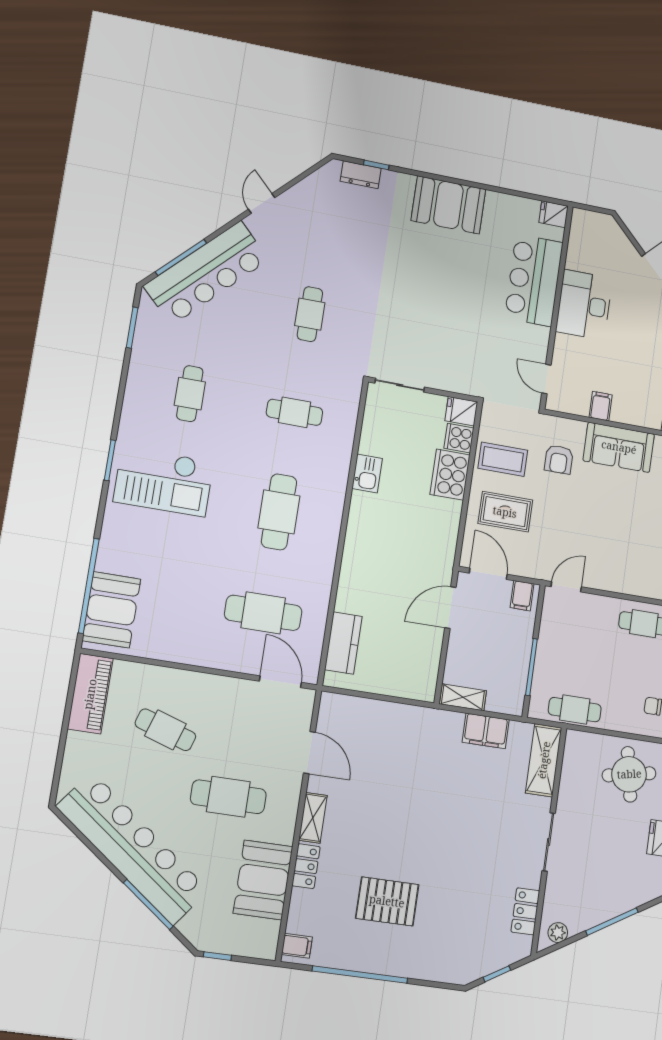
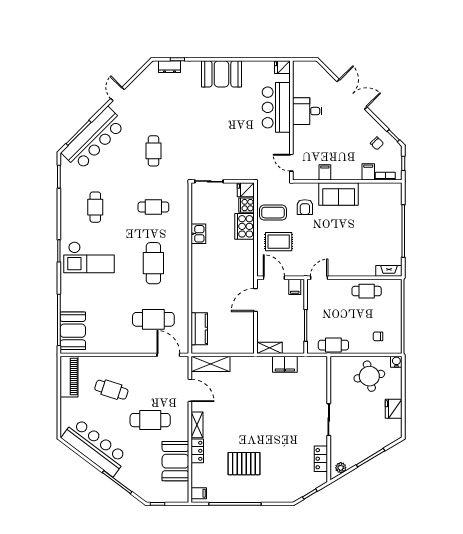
desk: (584, 305) -> (307, 111), width x0.73
shelving: (544, 760) -> (211, 364), moved, turned 90
bar counter: (133, 848) -> (95, 447), width x0.73

